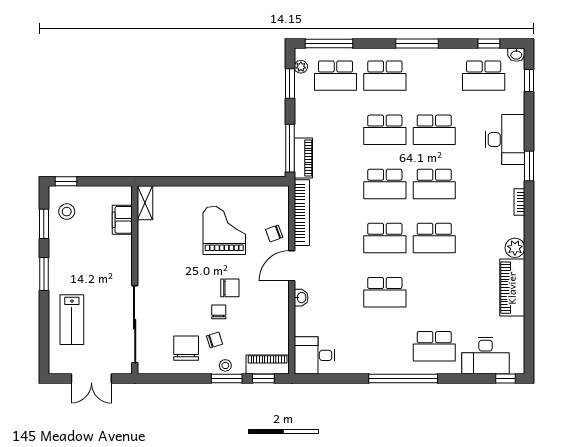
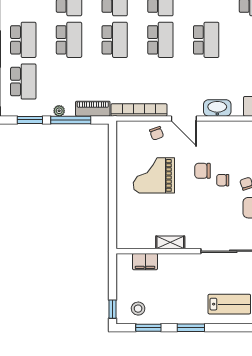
plant: (301, 67) -> (59, 111), moved
window: (290, 148) -> (71, 120), moved
shelving: (145, 203) -> (170, 242), moved
chair: (230, 288) -> (203, 171), turned -90
washbasin: (301, 298) -> (217, 108), width x1.91, depth x1.45

